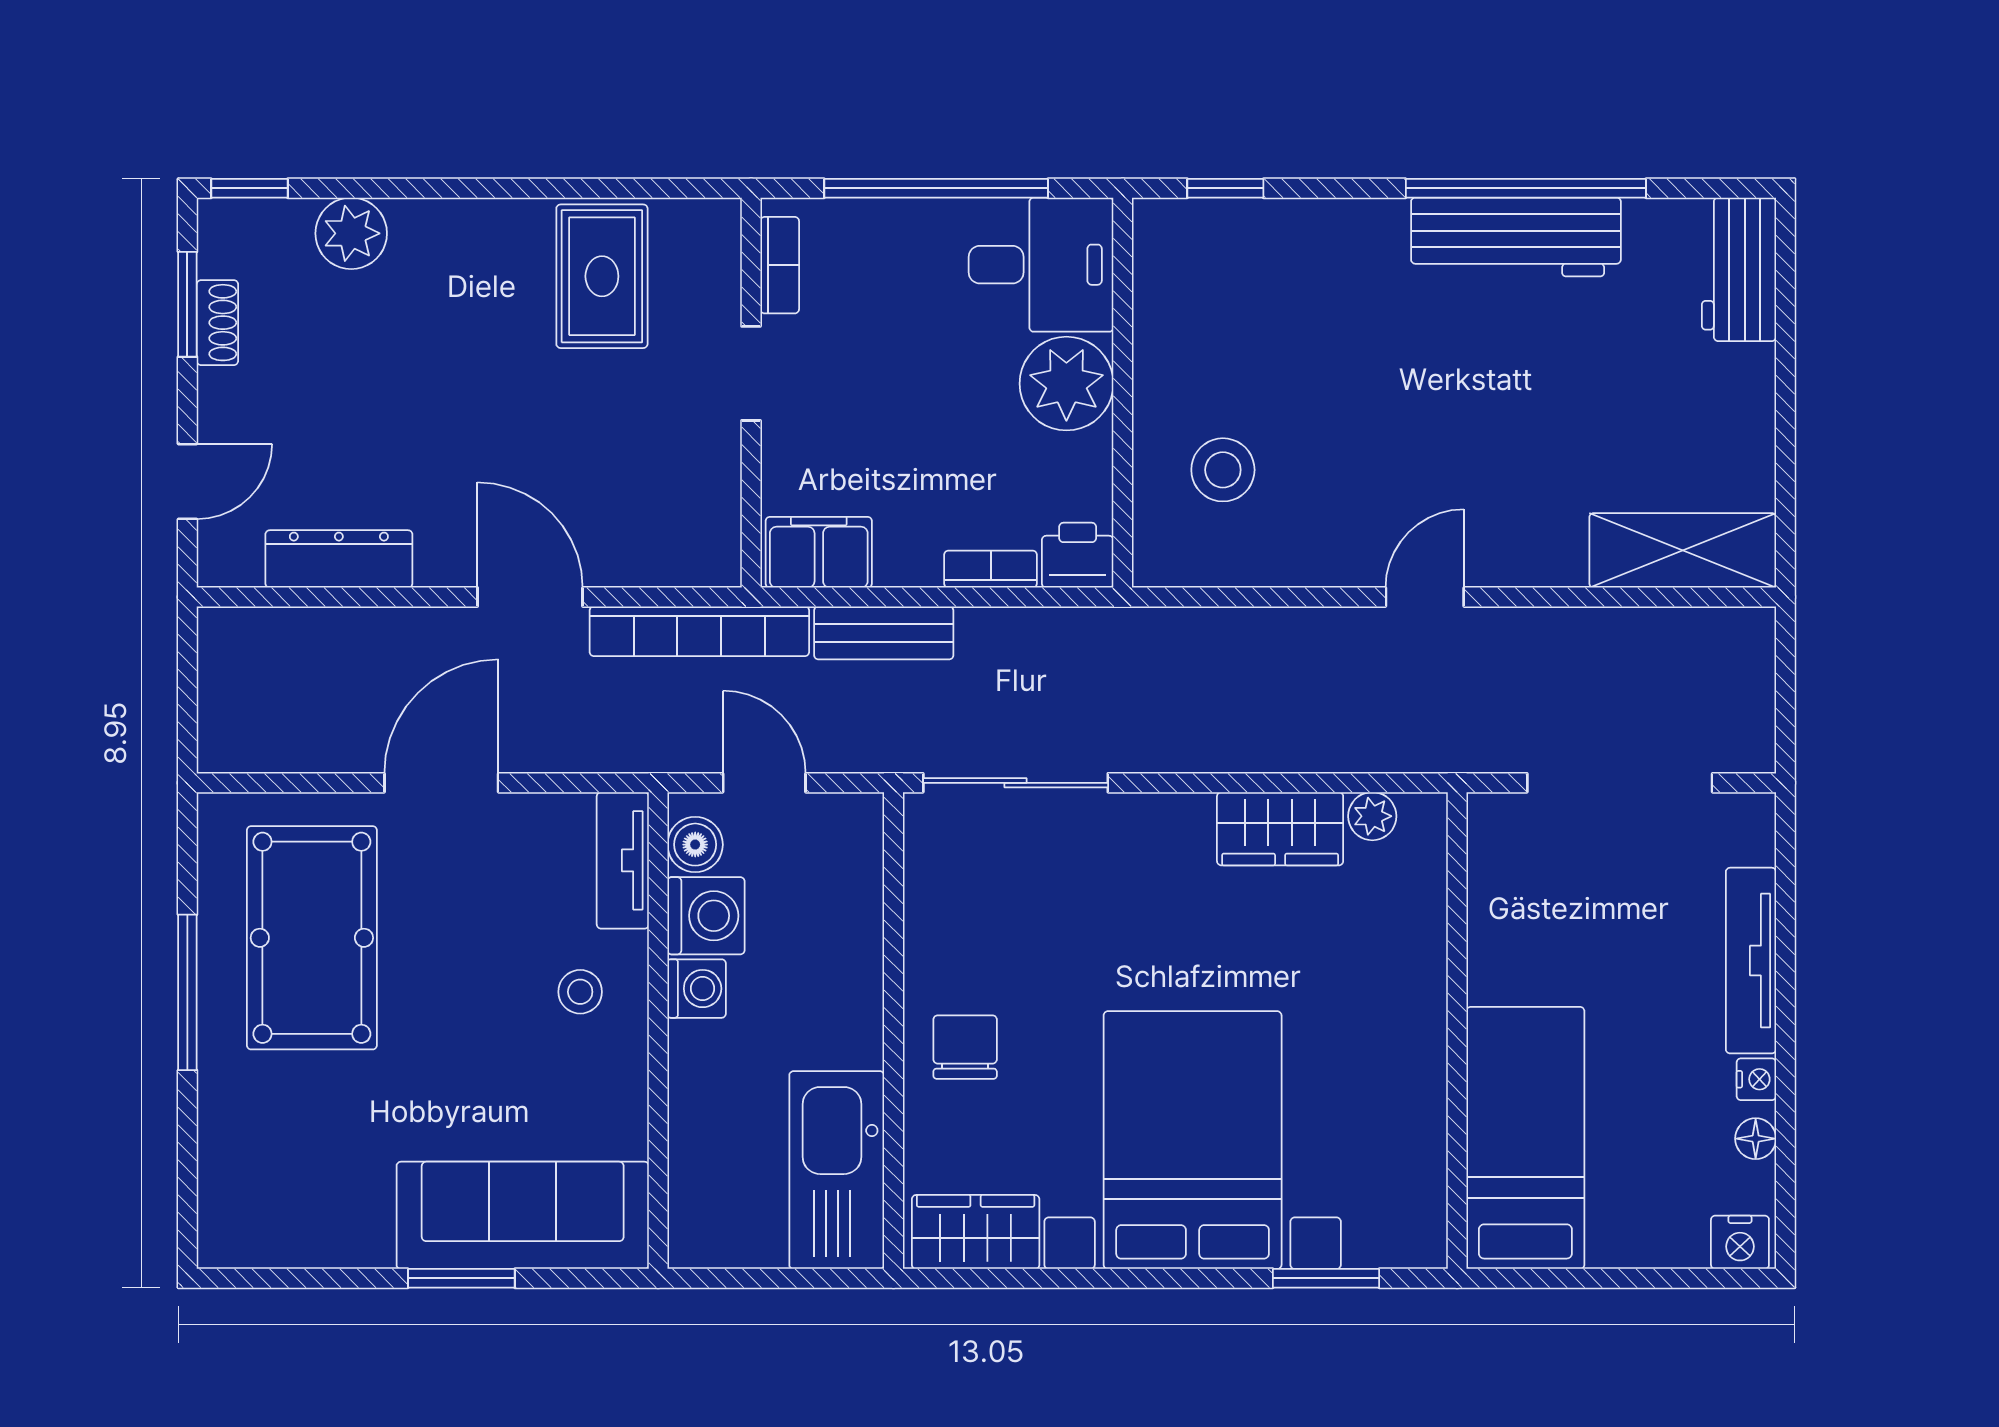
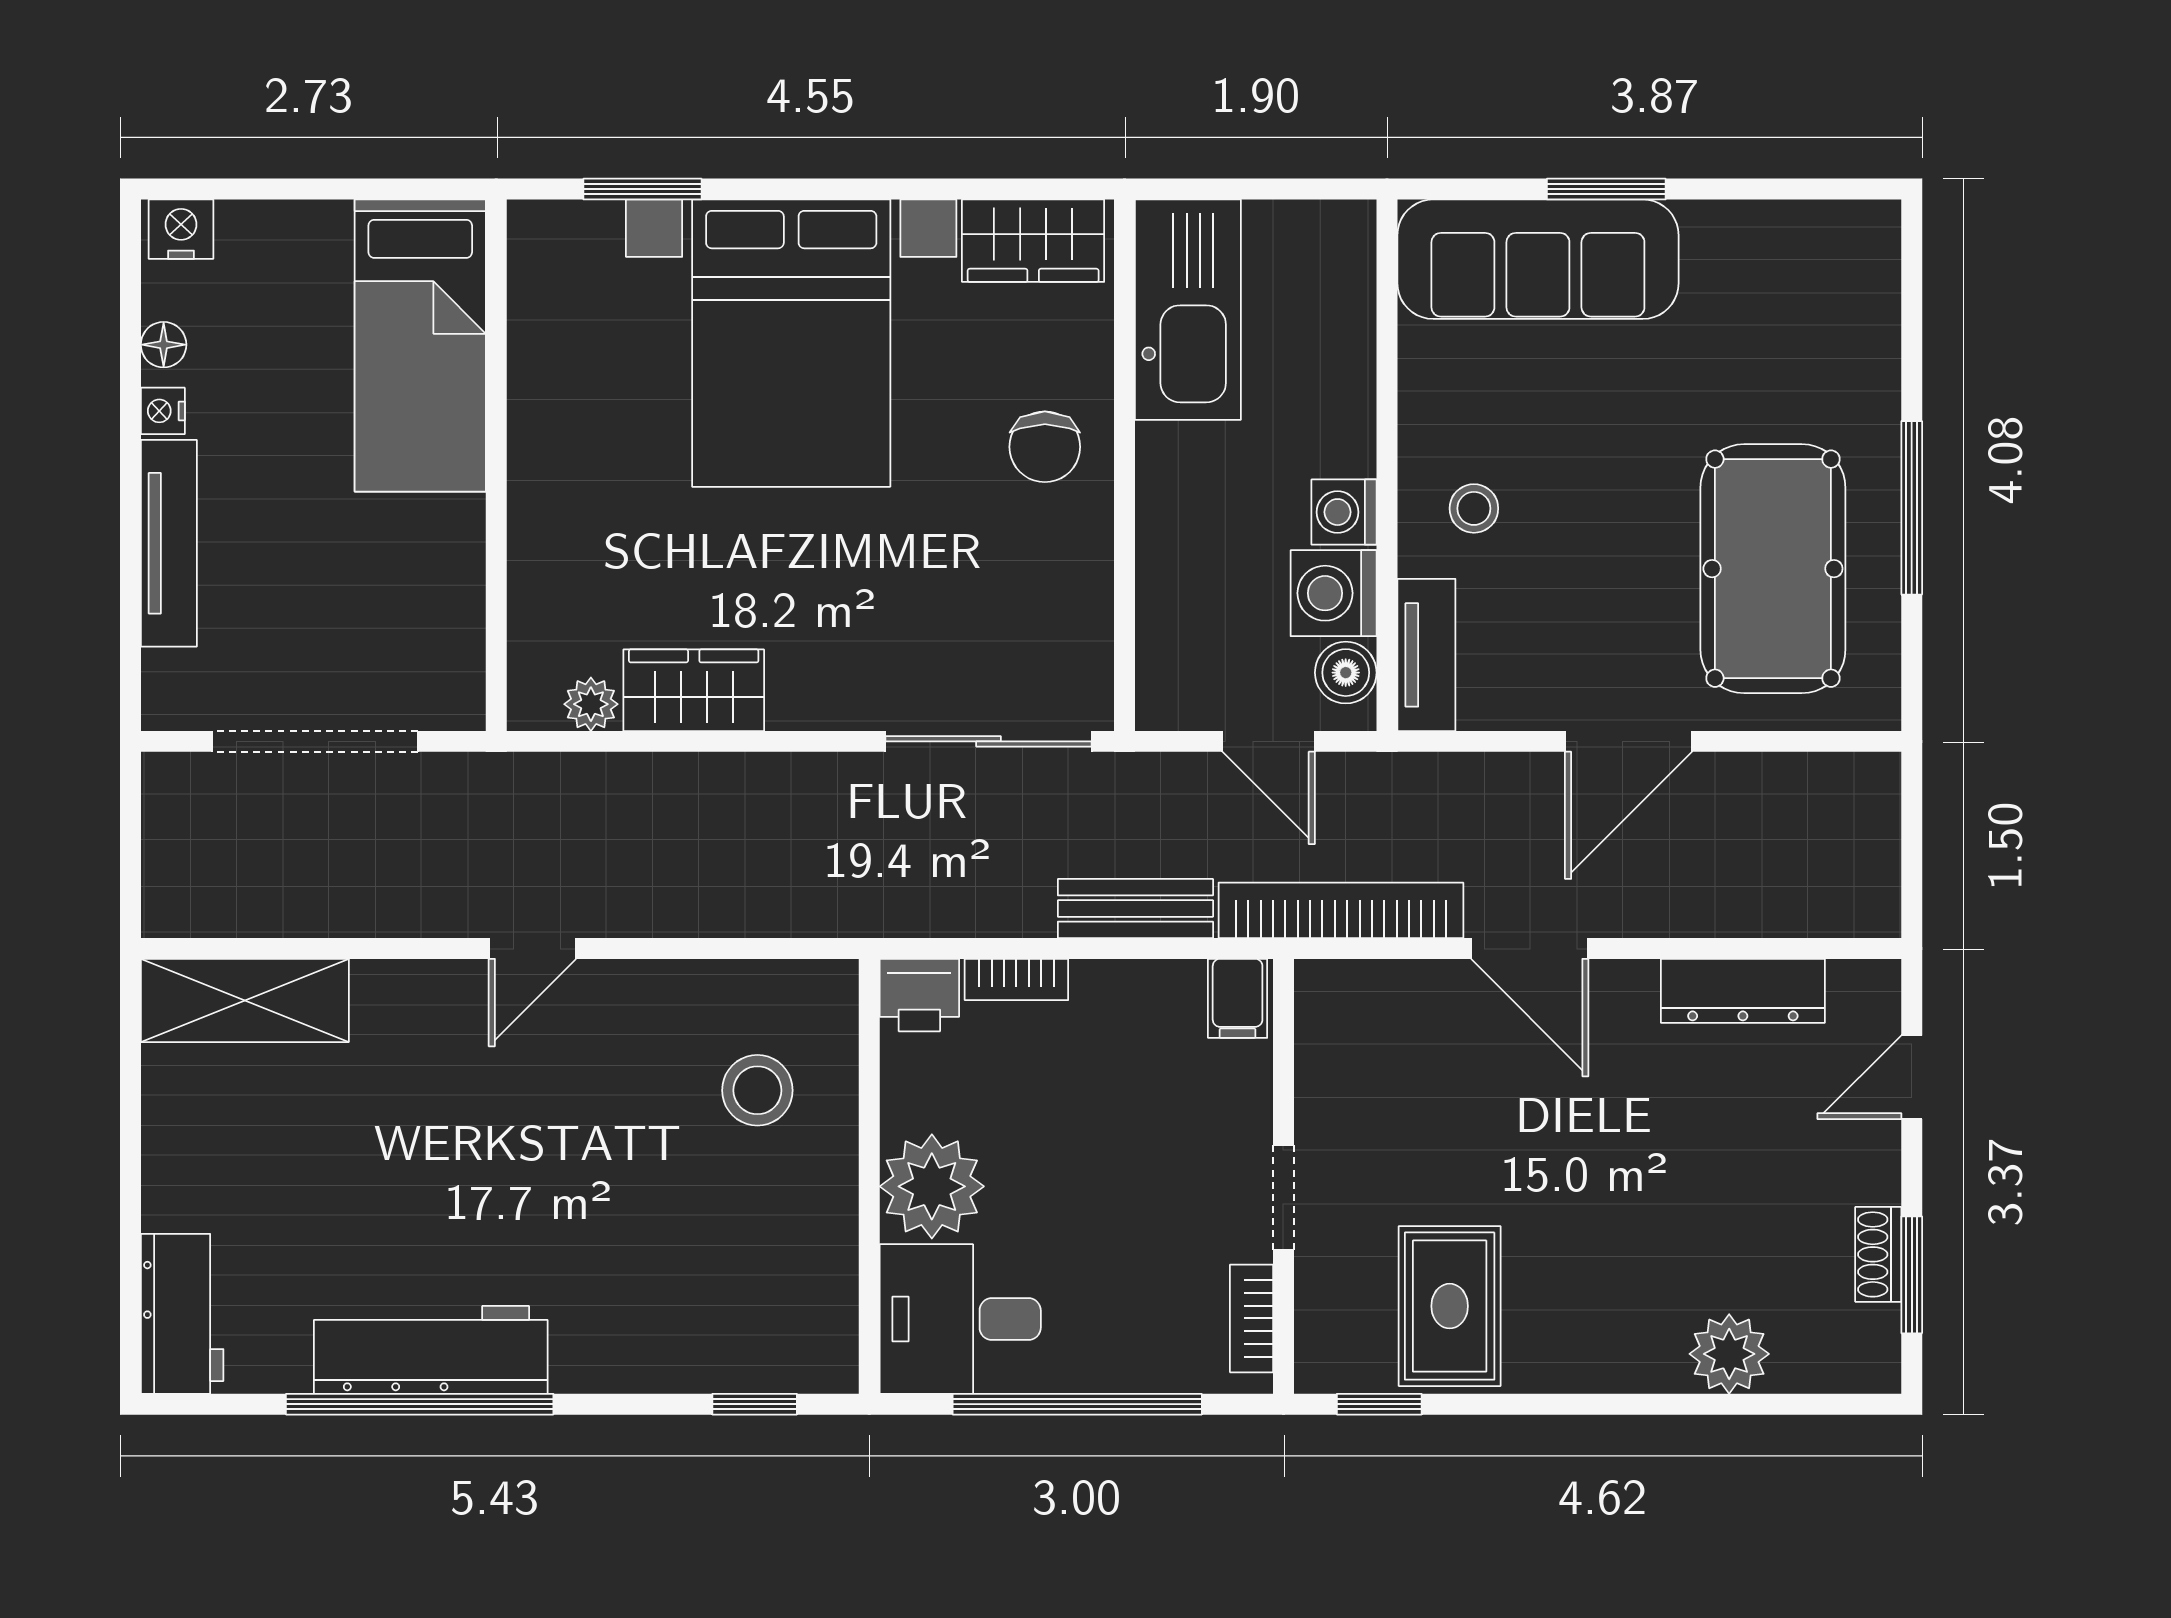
window: (249, 188) -> (1379, 1404), moved
filing cabinet: (819, 552) -> (1238, 998), width x0.50

